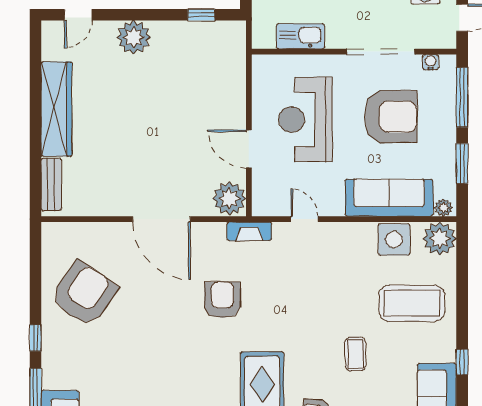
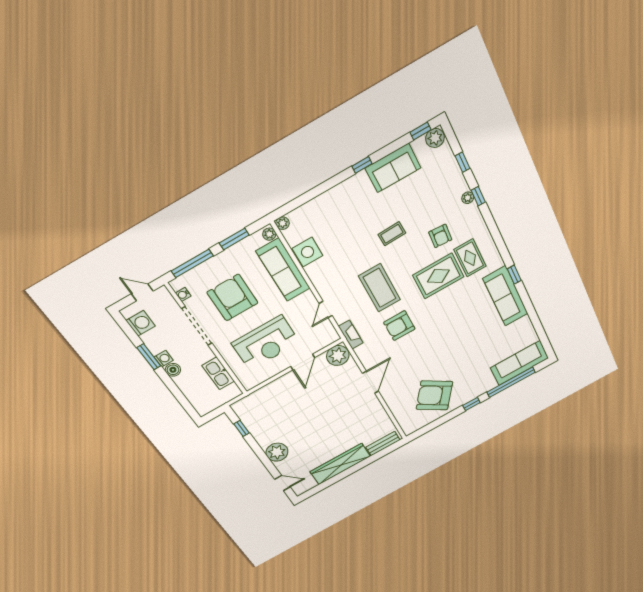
door: (162, 219) -> (371, 382), width x0.73
plant: (440, 239) -> (283, 223), width x0.53, depth x0.53
coffee table: (412, 303) -> (379, 288), moved

